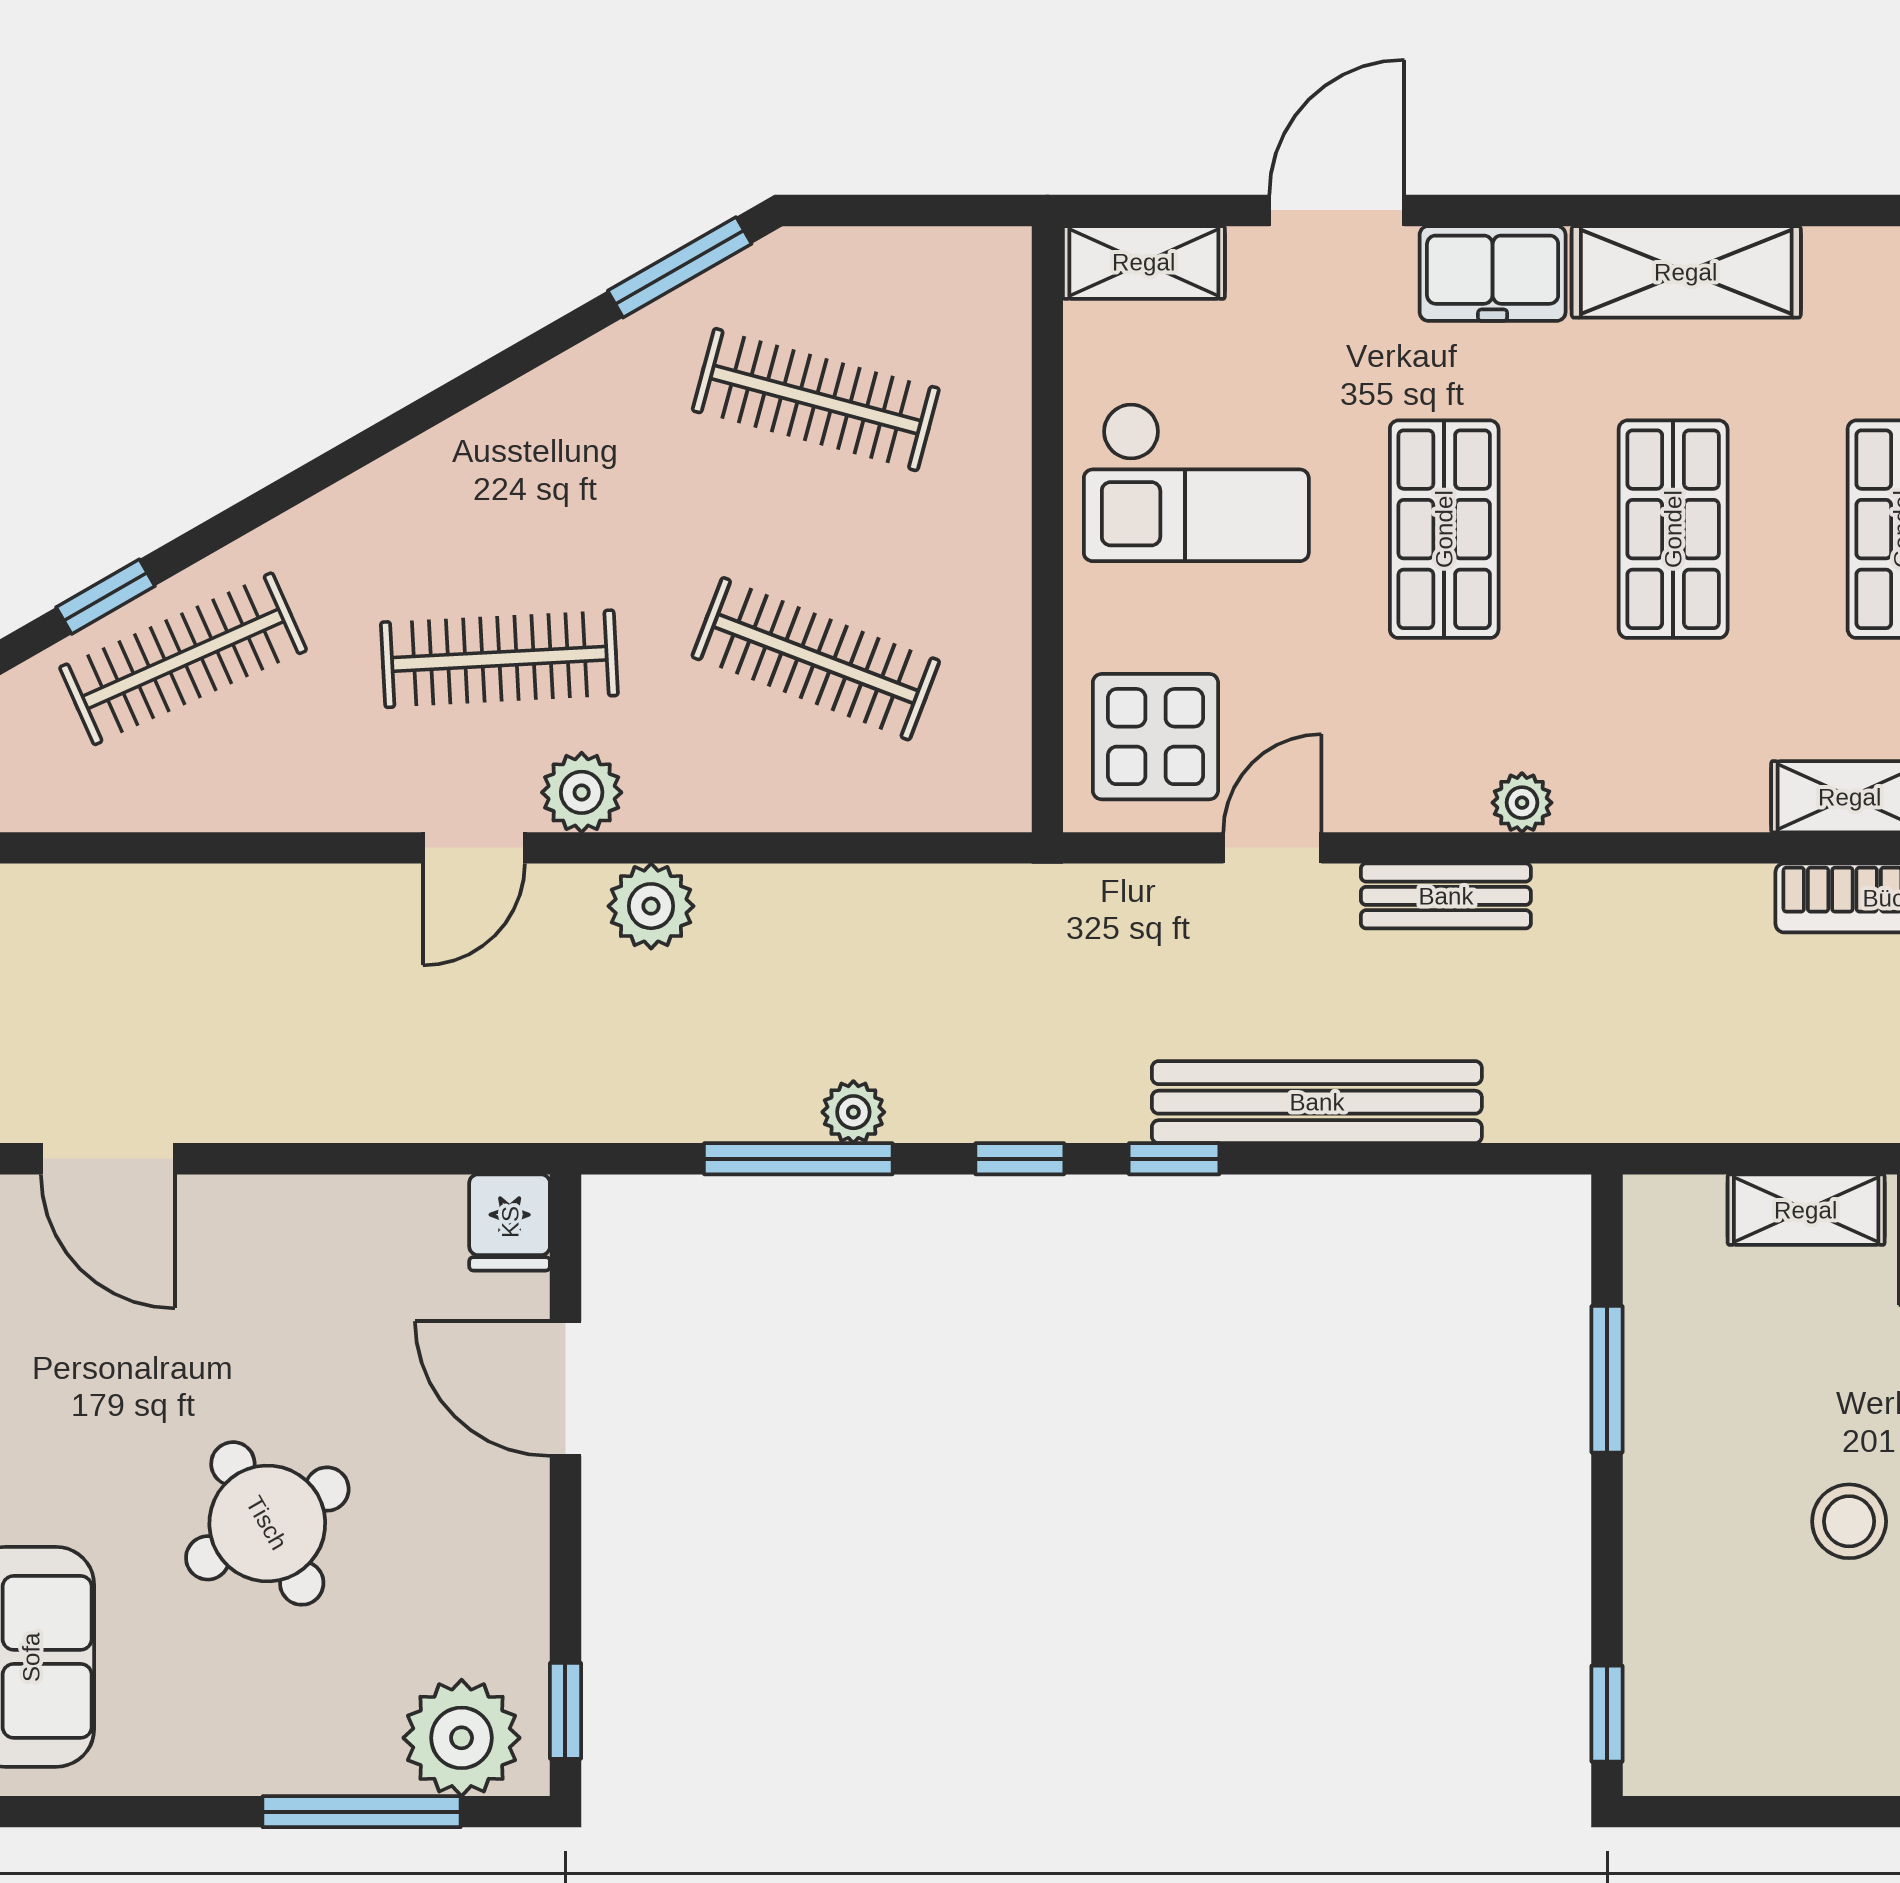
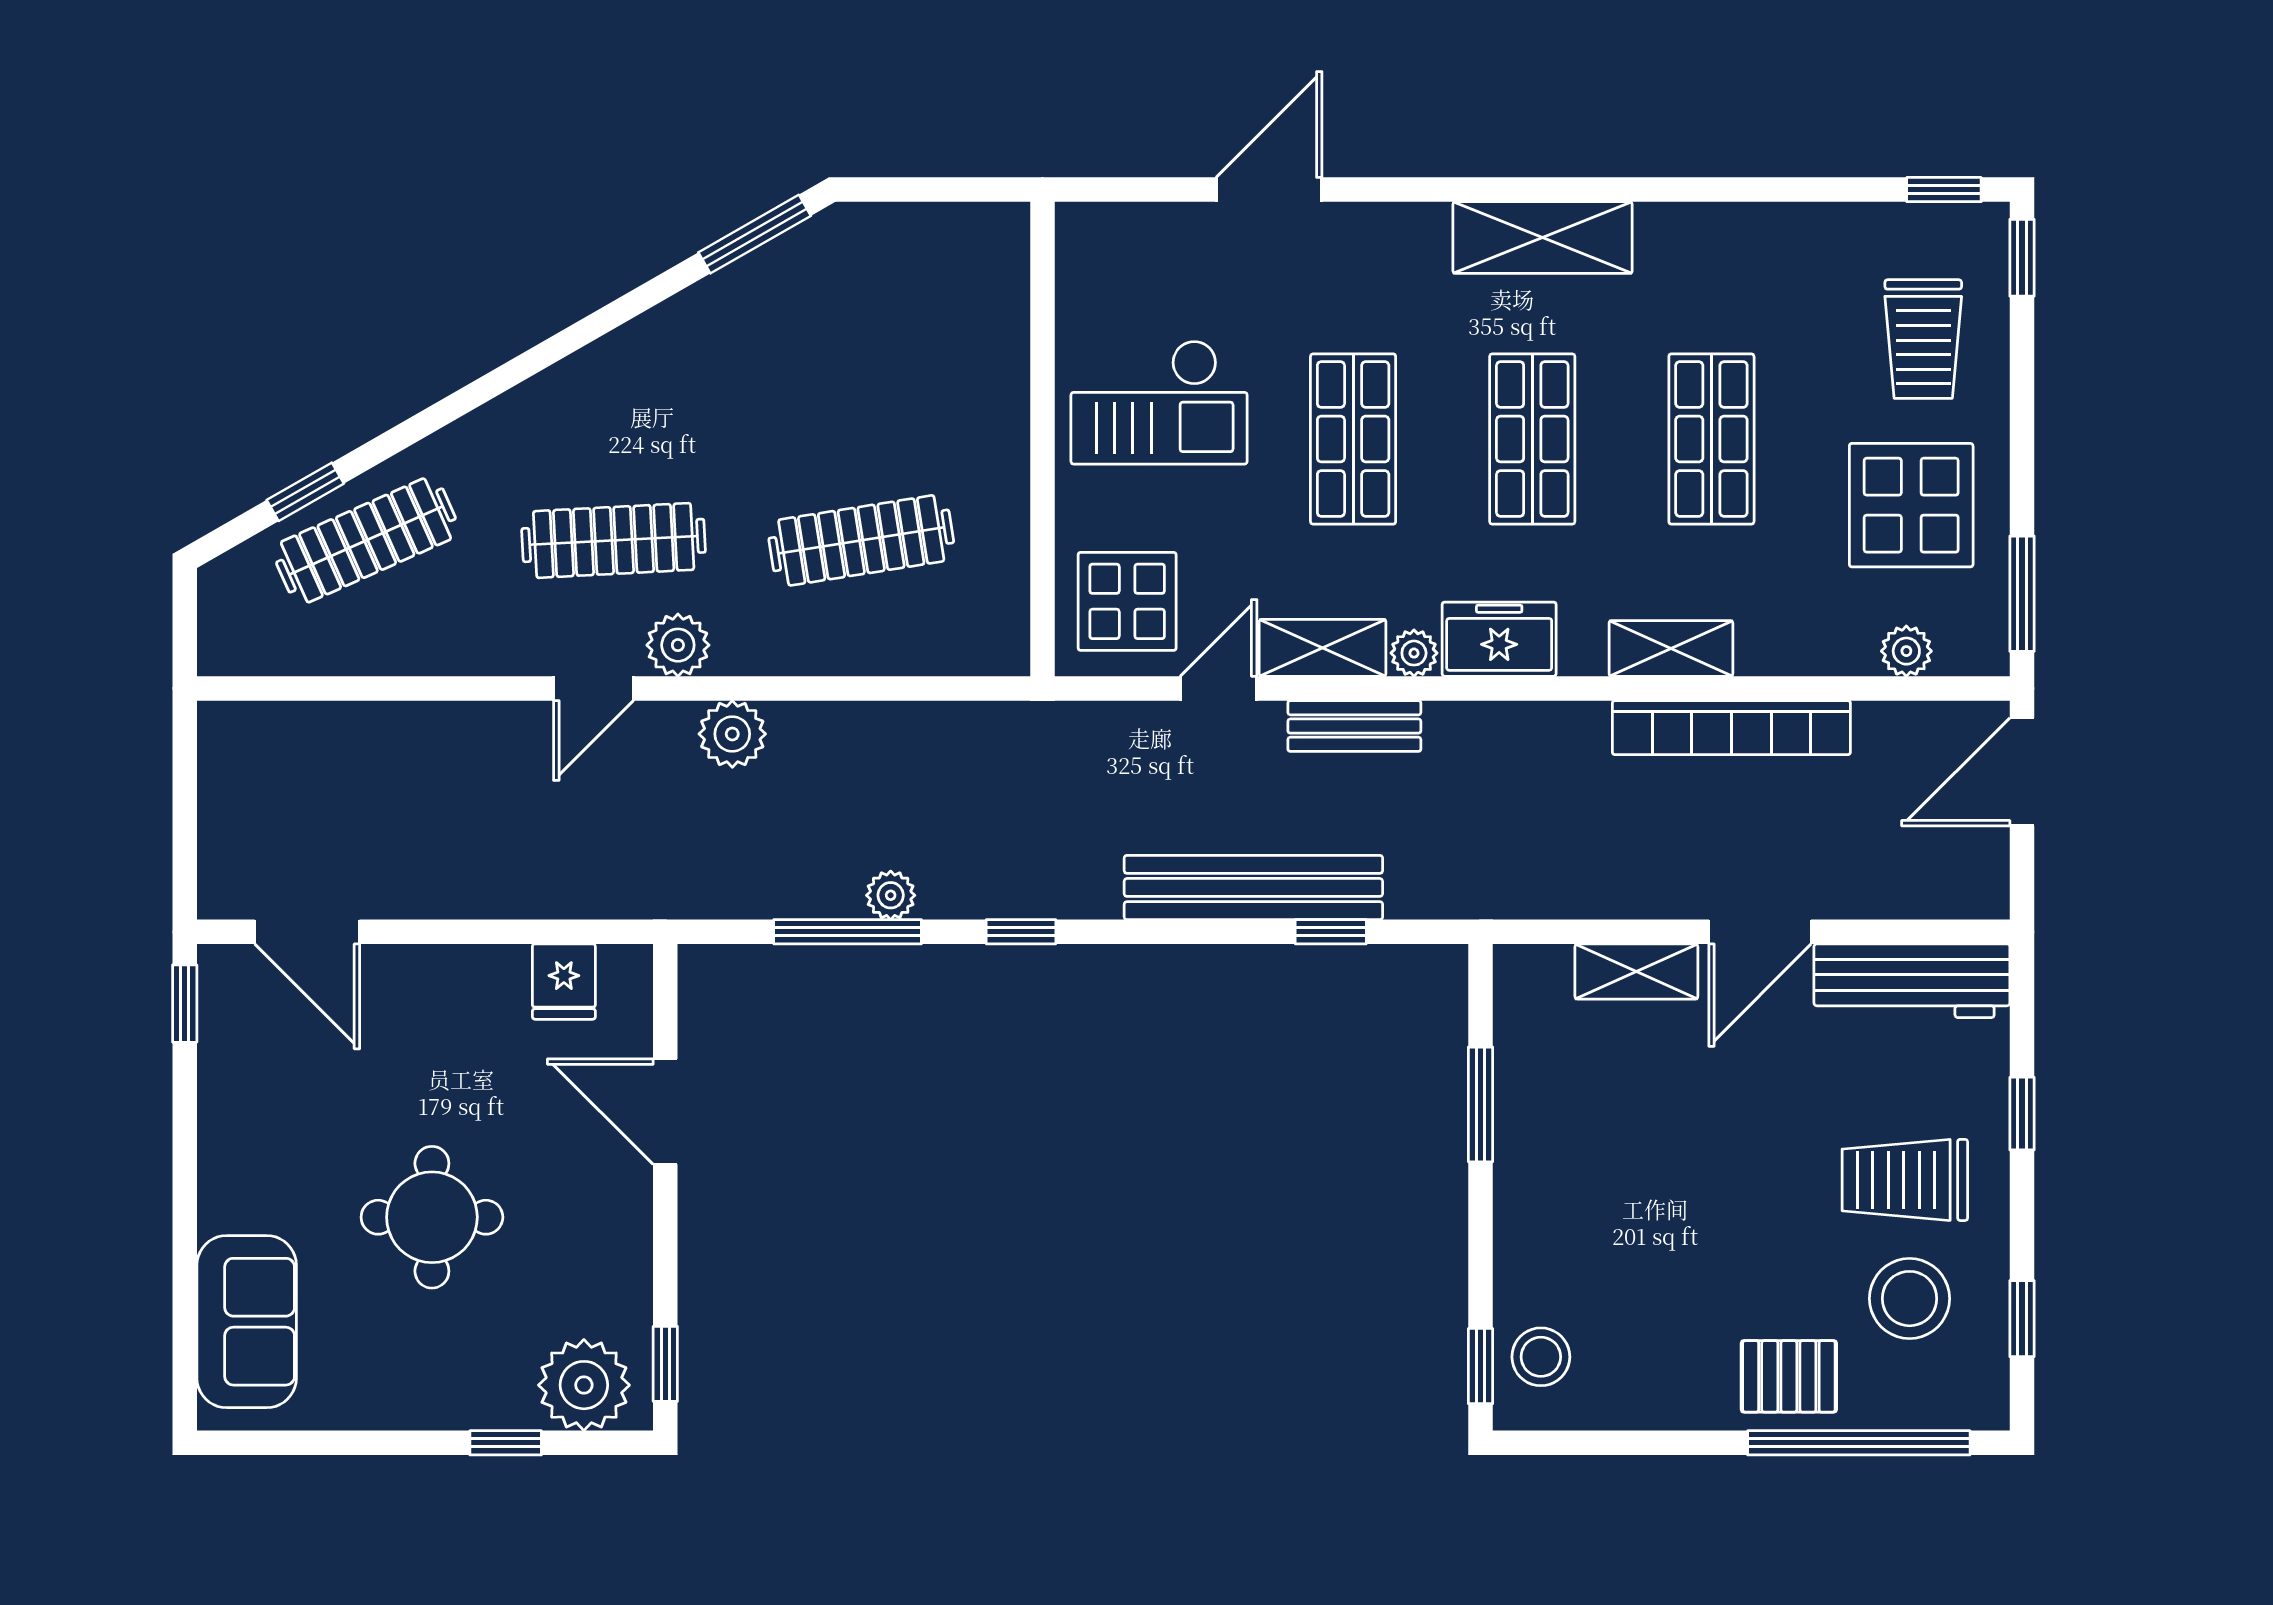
shelving: (1144, 262) -> (1323, 648), moved
freezer: (1493, 273) -> (1499, 639), moved, turned 180
clothes rail: (816, 400) -> (861, 338), removed
clothes rail: (816, 659) -> (861, 540), turned -30
window: (1174, 1159) -> (1331, 932), moved
fridge: (510, 1222) -> (564, 982), moved
stool: (1849, 1521) -> (1541, 1357), moved
round table: (267, 1523) -> (432, 1217), turned 30
window: (362, 1812) -> (506, 1443), width x0.46

